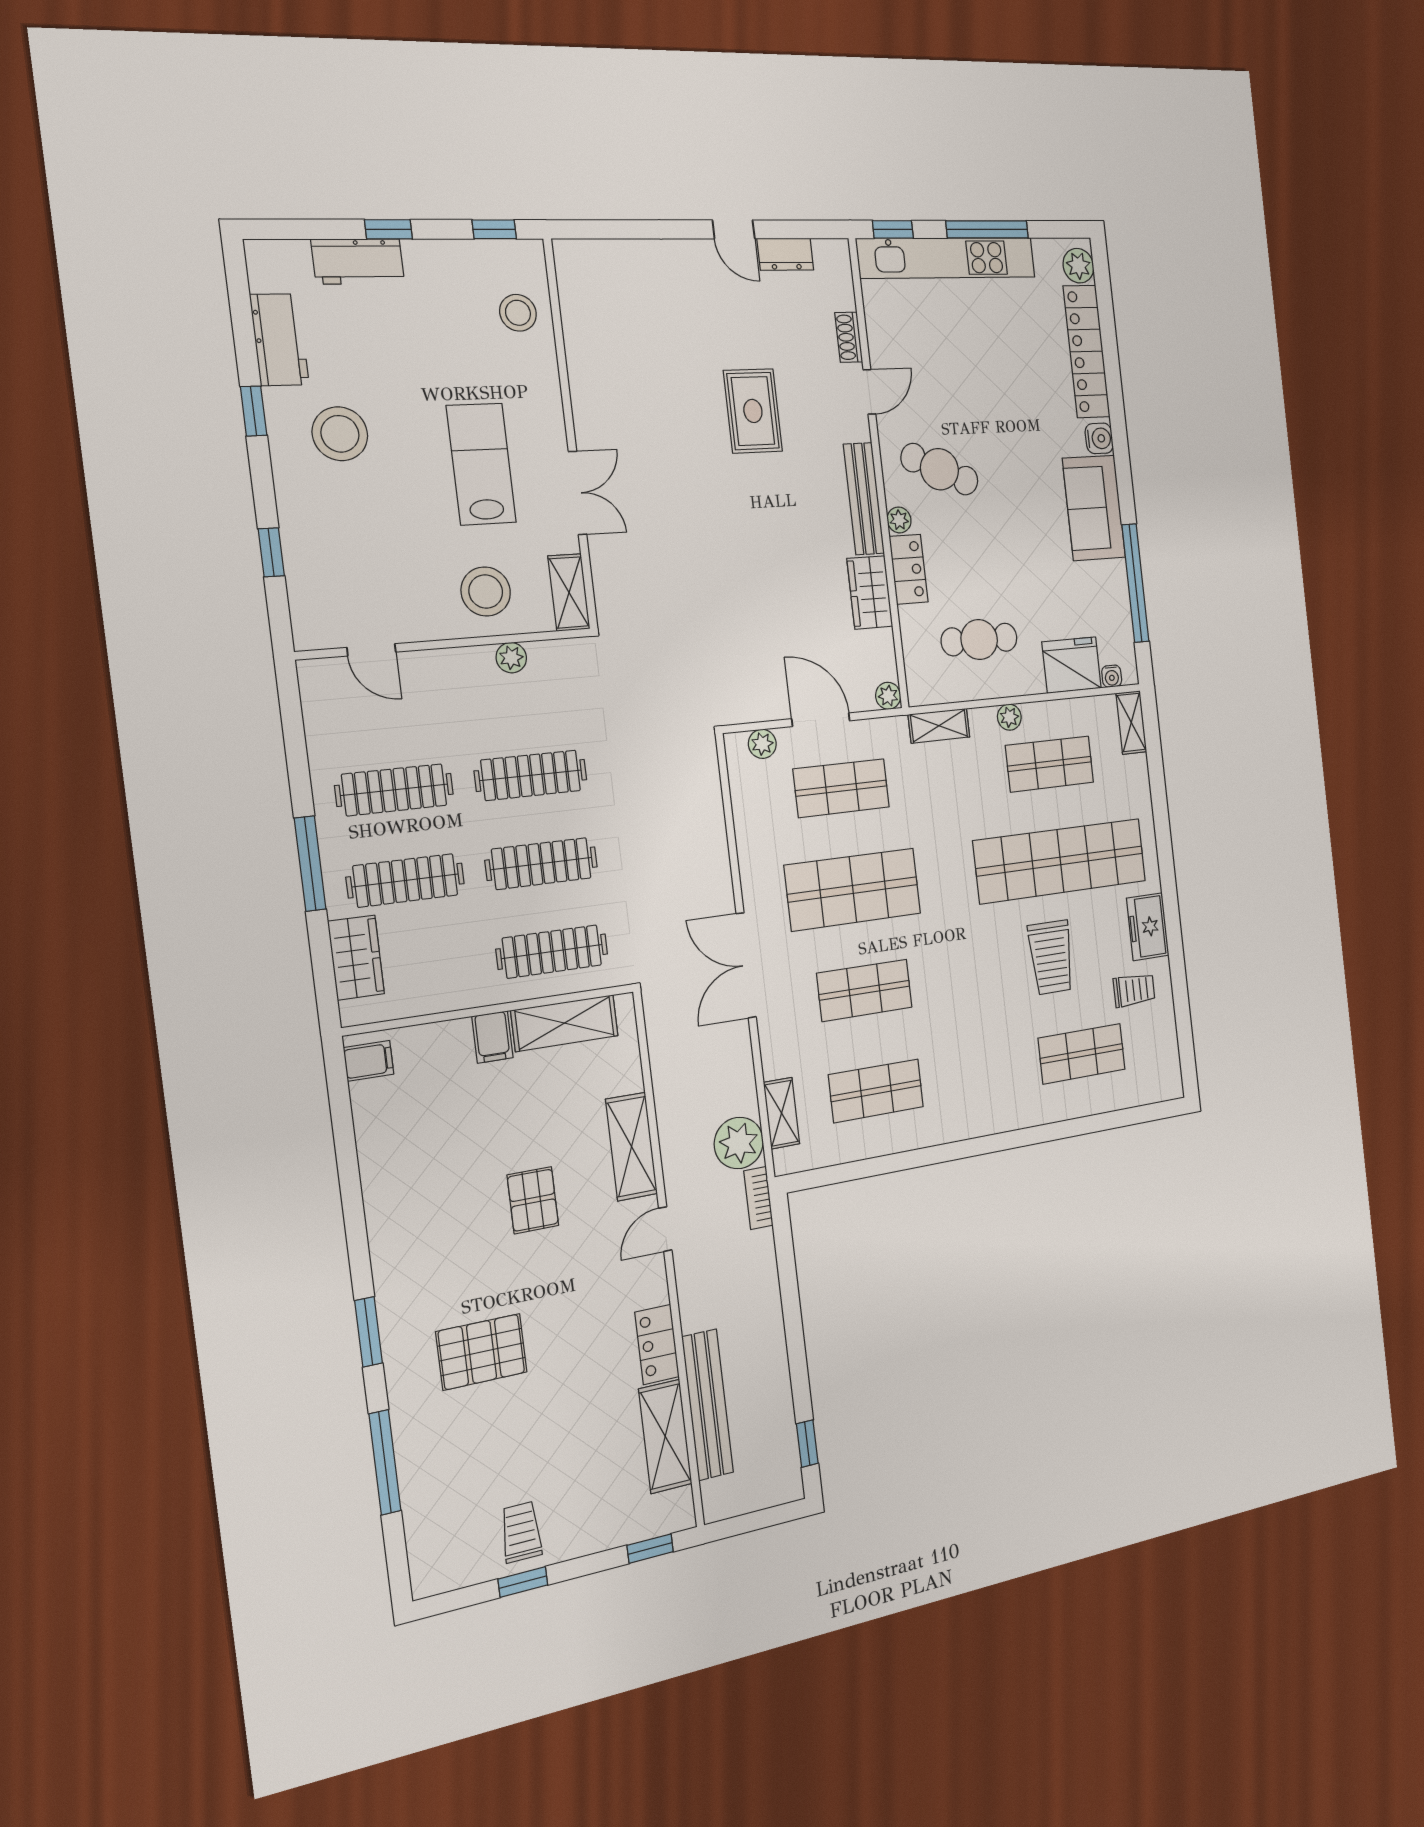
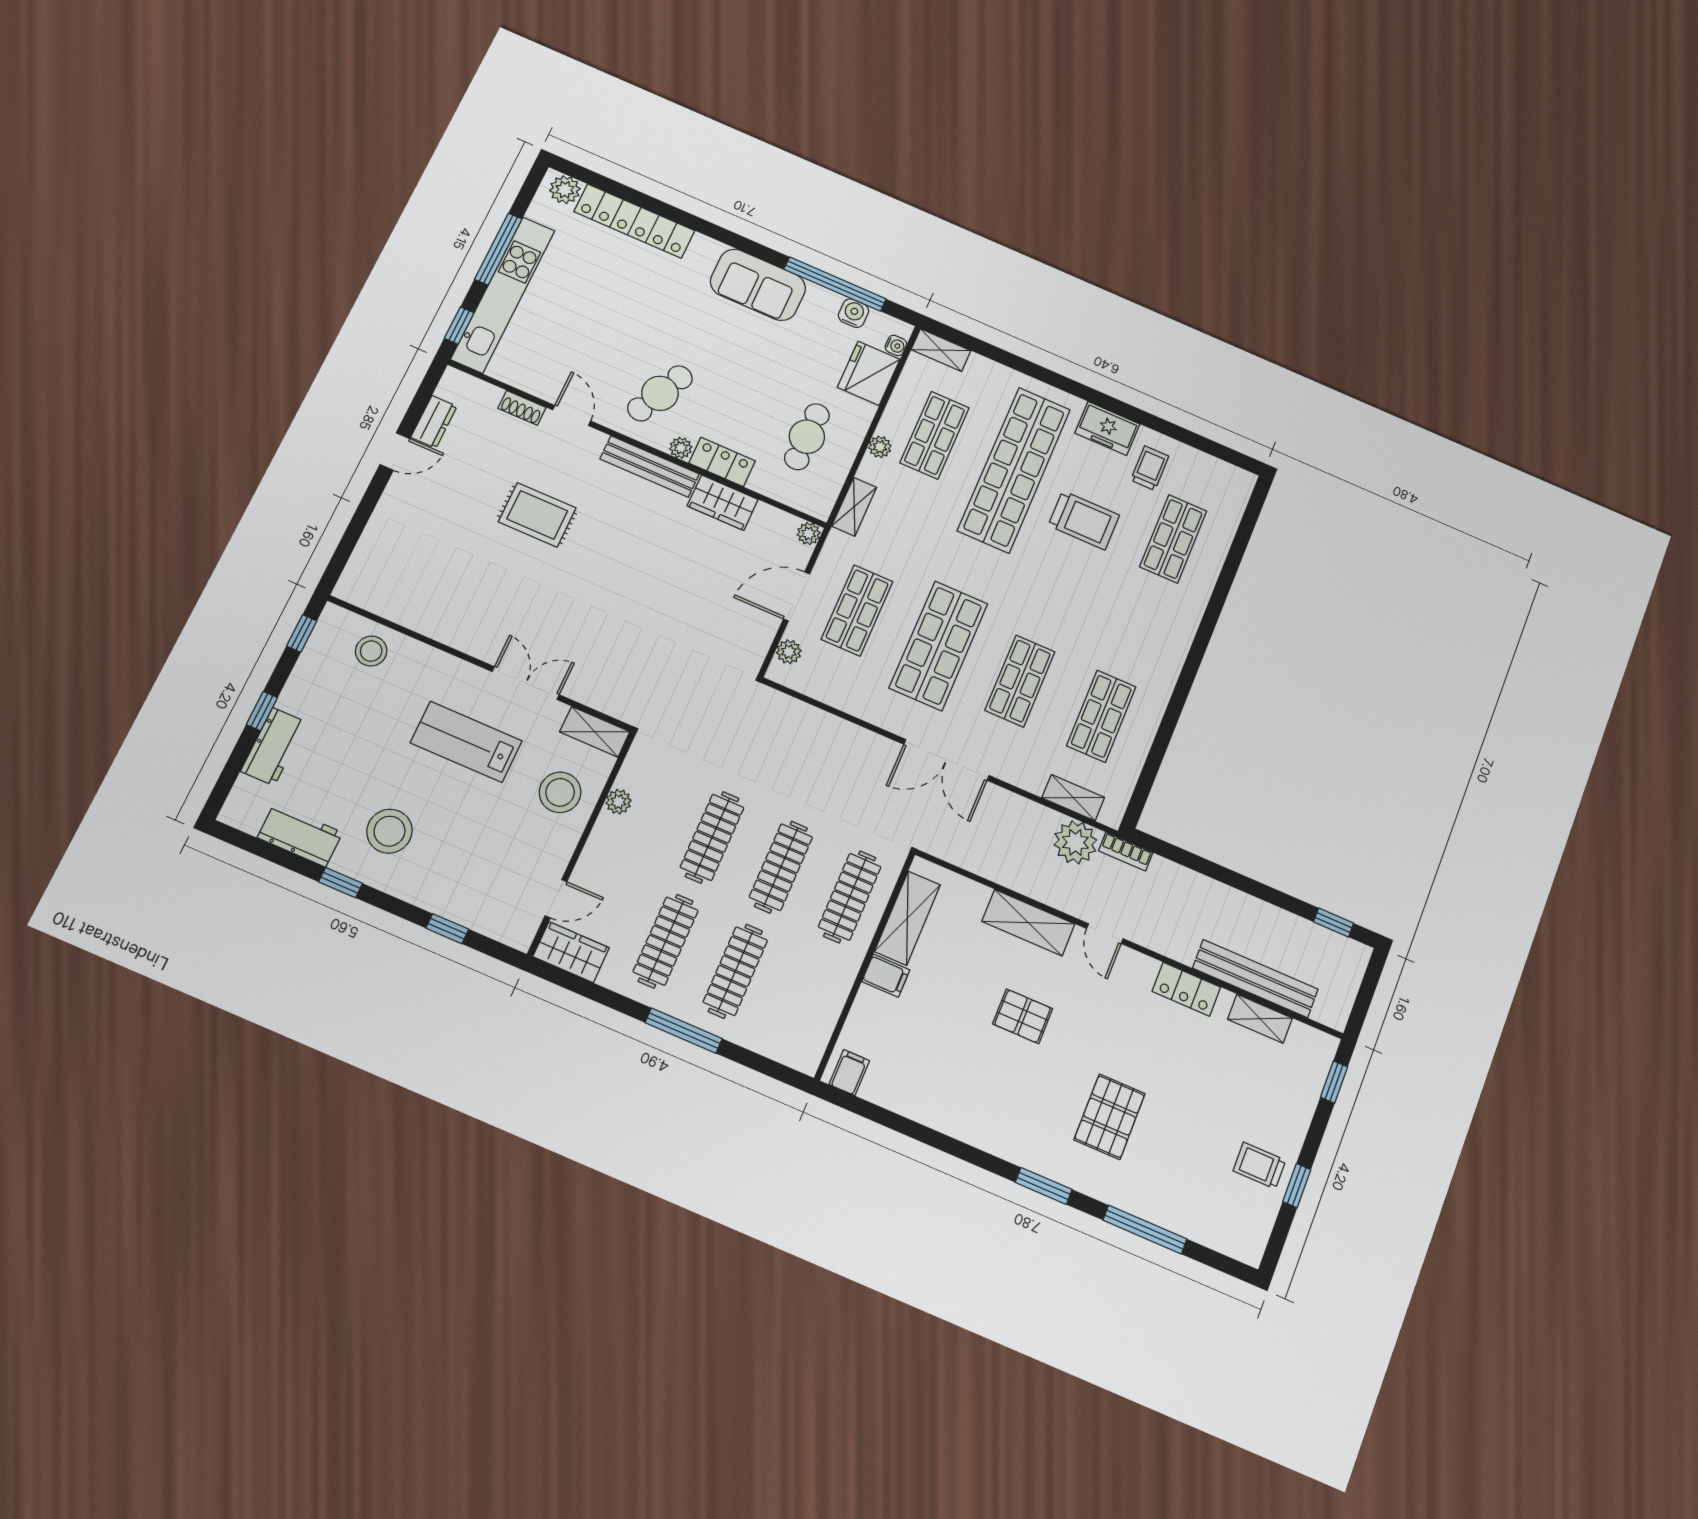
water cooler: (1099, 438) -> (854, 313), moved
wardrobe: (356, 958) -> (571, 952), moved
shelving: (665, 1436) -> (1260, 1019), width x0.67, depth x0.75

